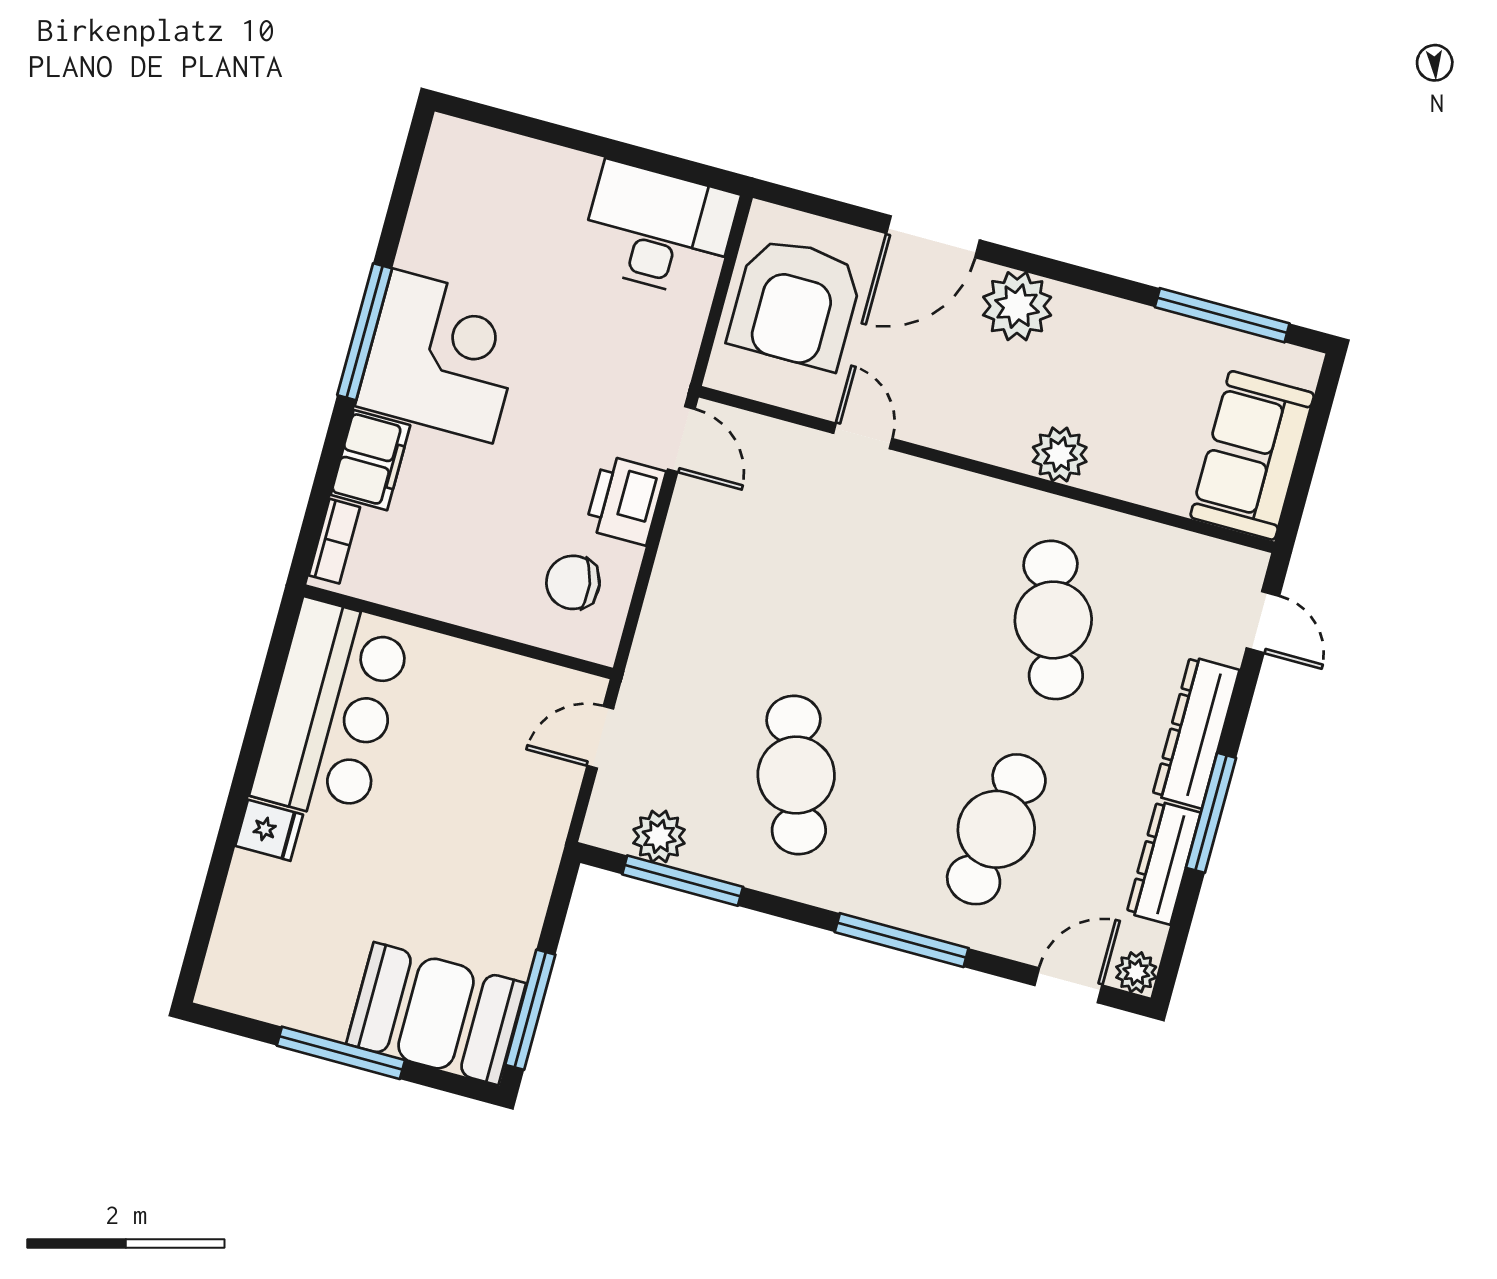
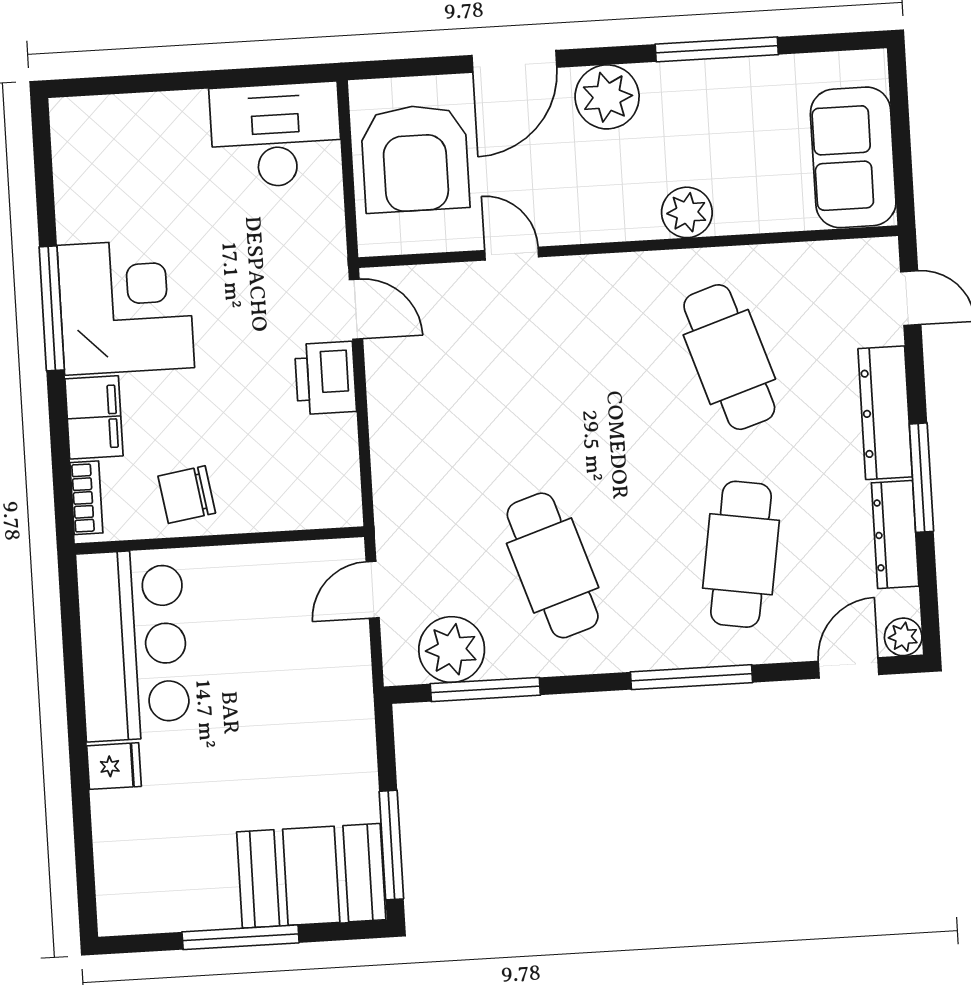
window: (1222, 315) -> (717, 49), moved
chair: (573, 582) -> (187, 495), moved
plant: (659, 836) -> (452, 650), width x1.36, depth x1.36

